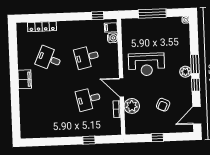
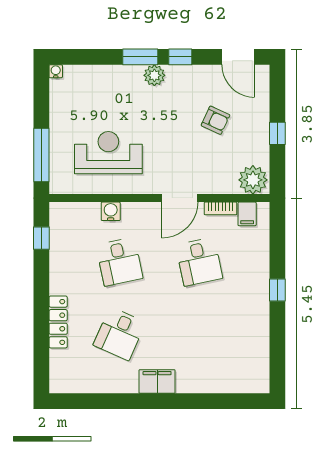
window: (152, 14) -> (41, 155), moved
locker: (42, 27) -> (58, 322), moved
filing cabinet: (111, 28) -> (247, 214), moved
water cooler: (113, 38) -> (111, 211), moved
reception desk: (147, 64) -> (108, 153), moved, turned -90
plant: (132, 106) -> (253, 180), moved
window: (89, 140) -> (277, 290), moved

